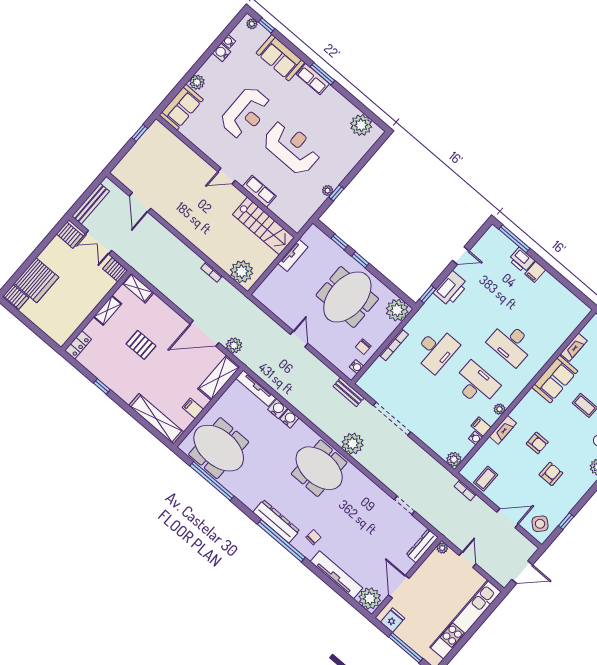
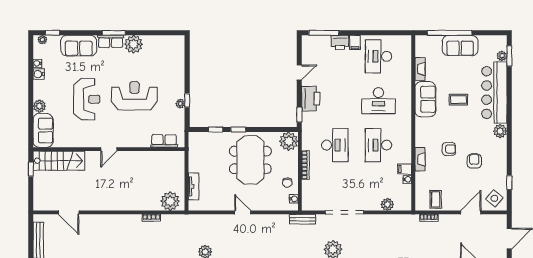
plant: (361, 125) -> (134, 44), moved
row of seats: (259, 191) -> (164, 141), moved
stairs: (263, 226) -> (59, 161), moved
tv unit: (293, 255) -> (193, 186), moved
desk: (546, 303) -> (378, 56), added
desk: (476, 384) -> (378, 145), turned -90
plant: (499, 409) -> (407, 148), removed
plant: (454, 459) -> (387, 204), moved

